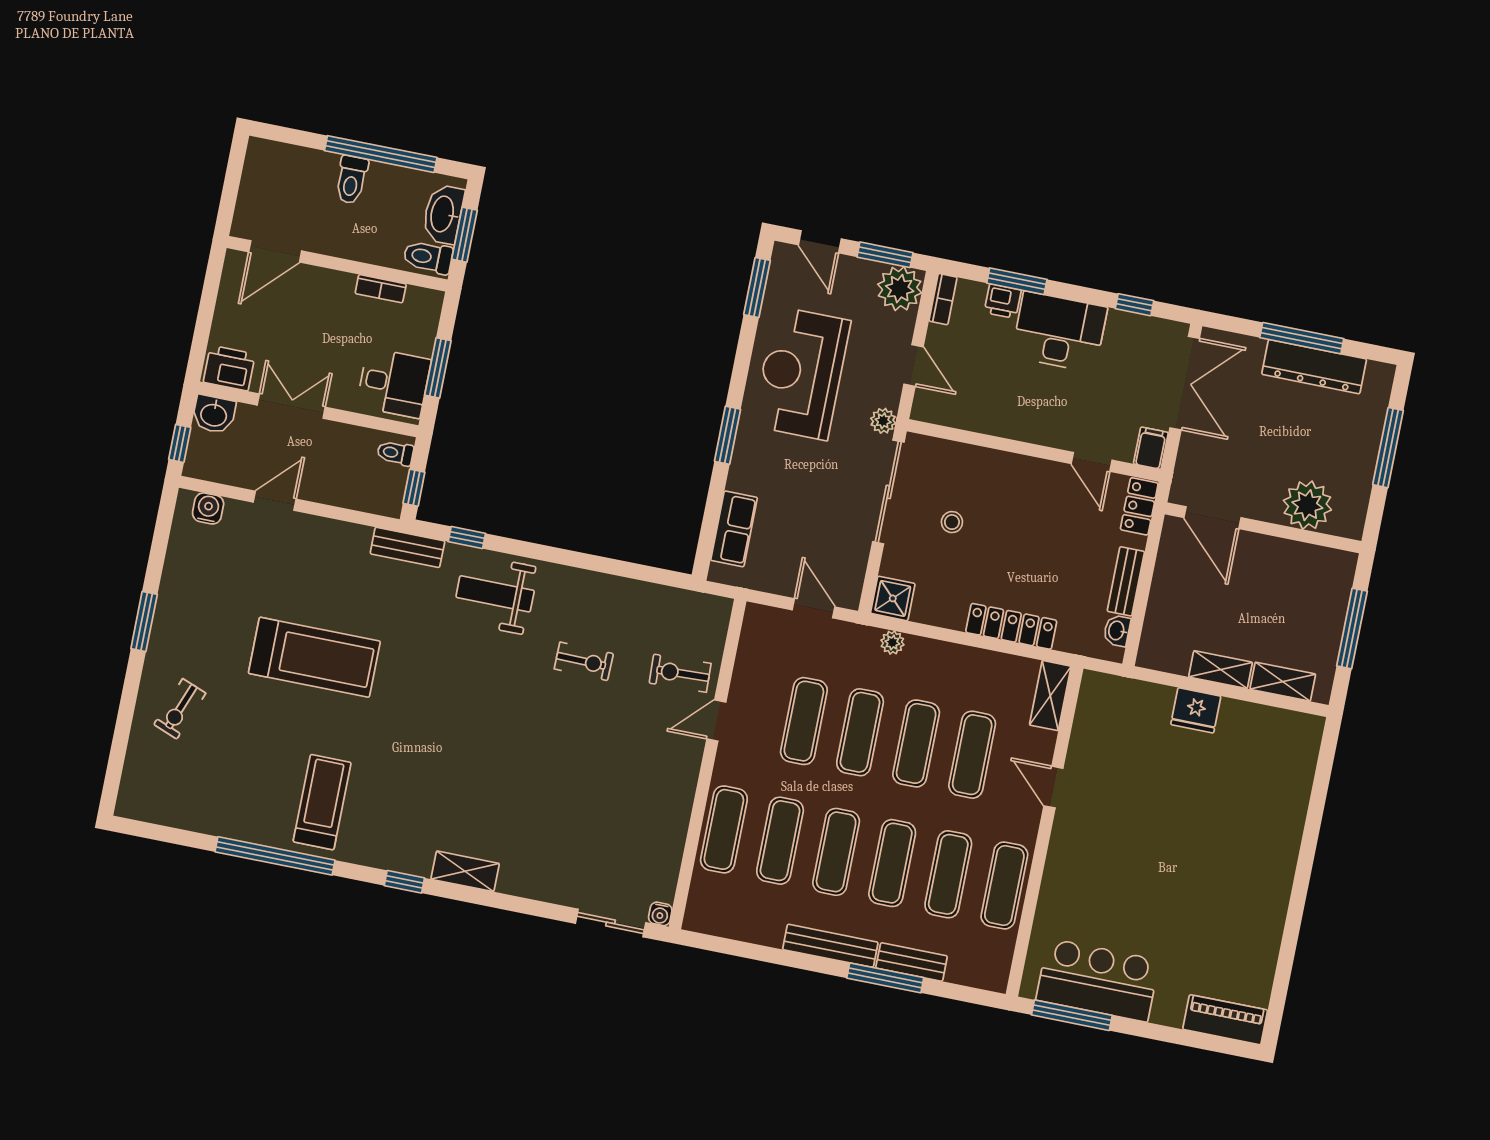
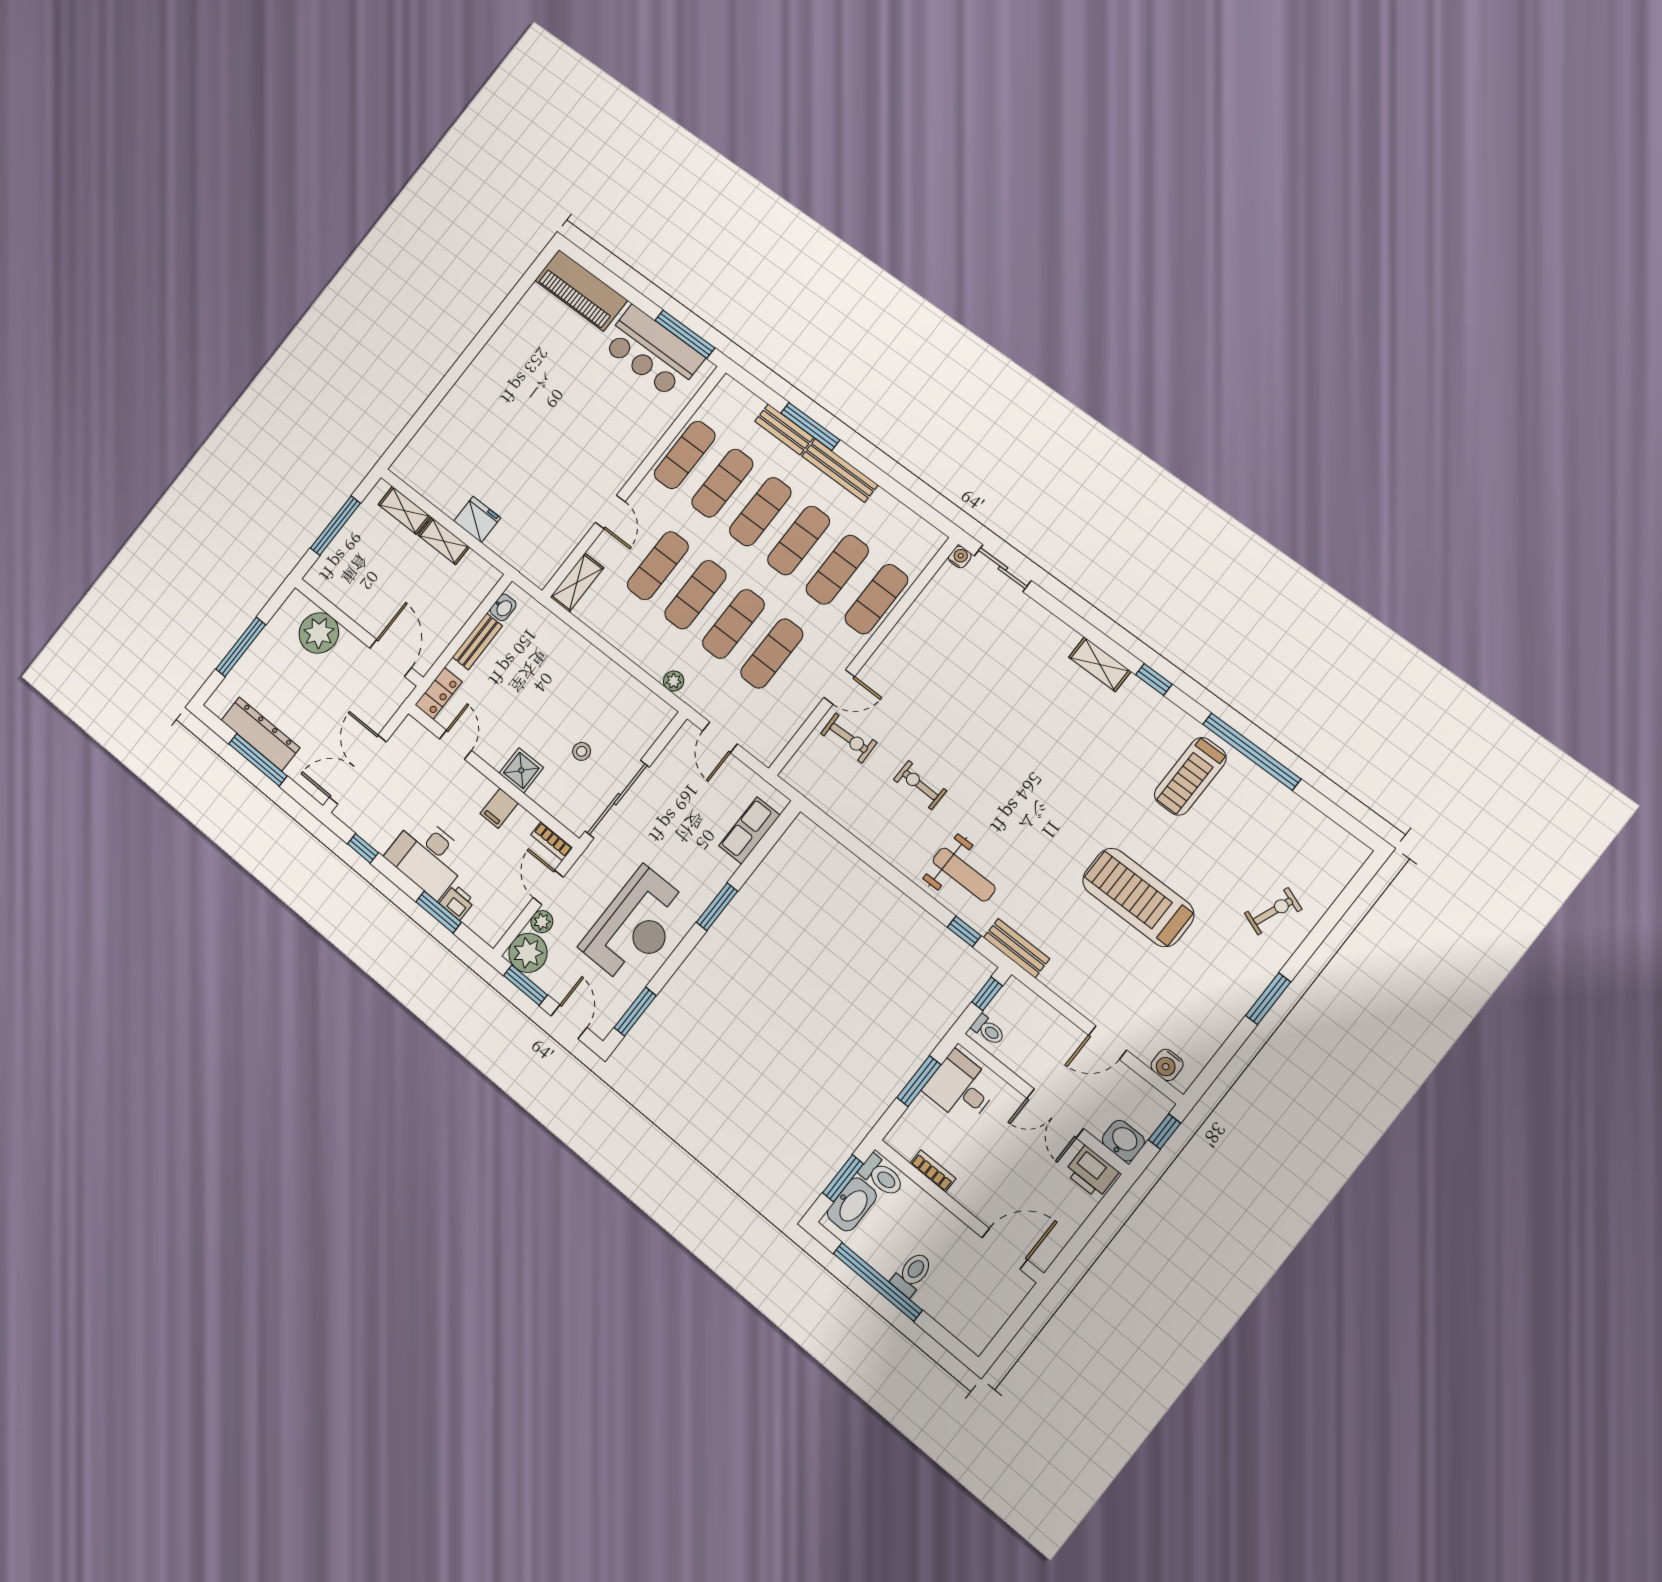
bookcase: (943, 299) -> (552, 841), moved, turned -90
plant: (883, 421) -> (542, 922), moved
filing cabinet: (1151, 448) -> (499, 808), moved
shower: (893, 598) -> (521, 770), moved
locker: (1011, 626) -> (579, 649), removed
piano: (1225, 1020) -> (581, 290), width x1.37, depth x1.33

